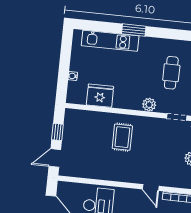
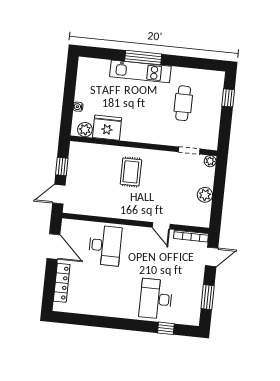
window: (134, 30) -> (143, 58), width x1.44
kitchen unit: (110, 41) -> (140, 71), moved
plant: (149, 105) -> (85, 130), moved

